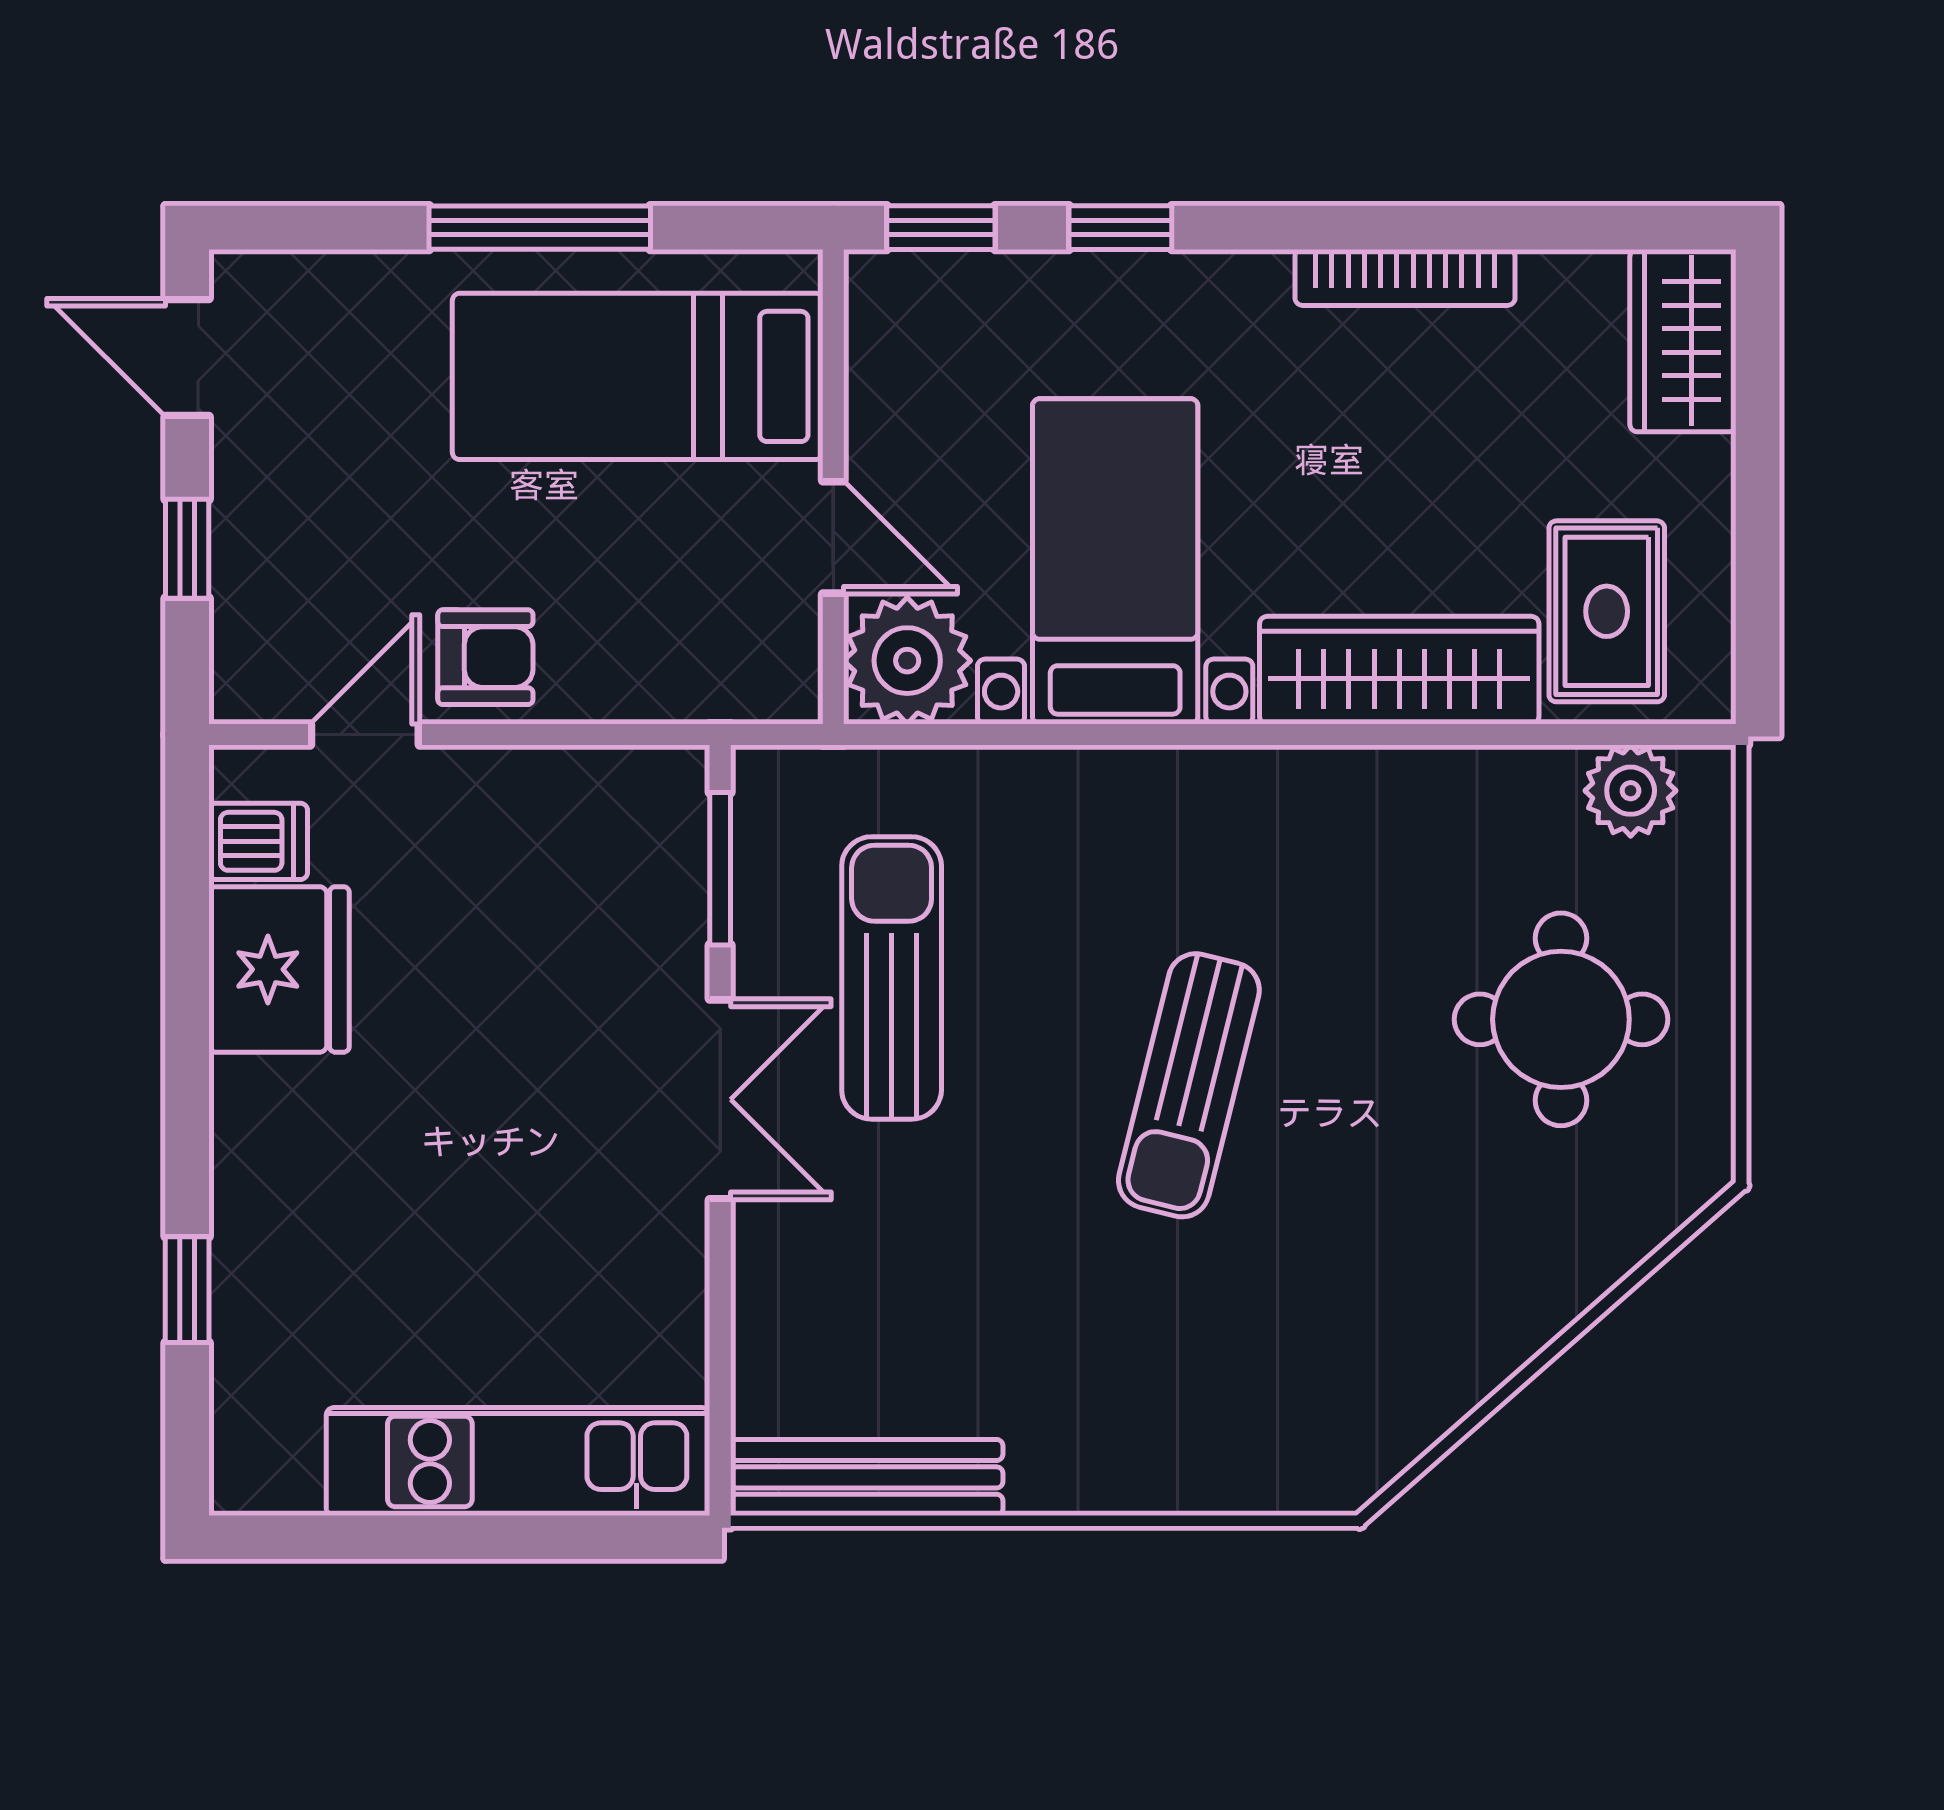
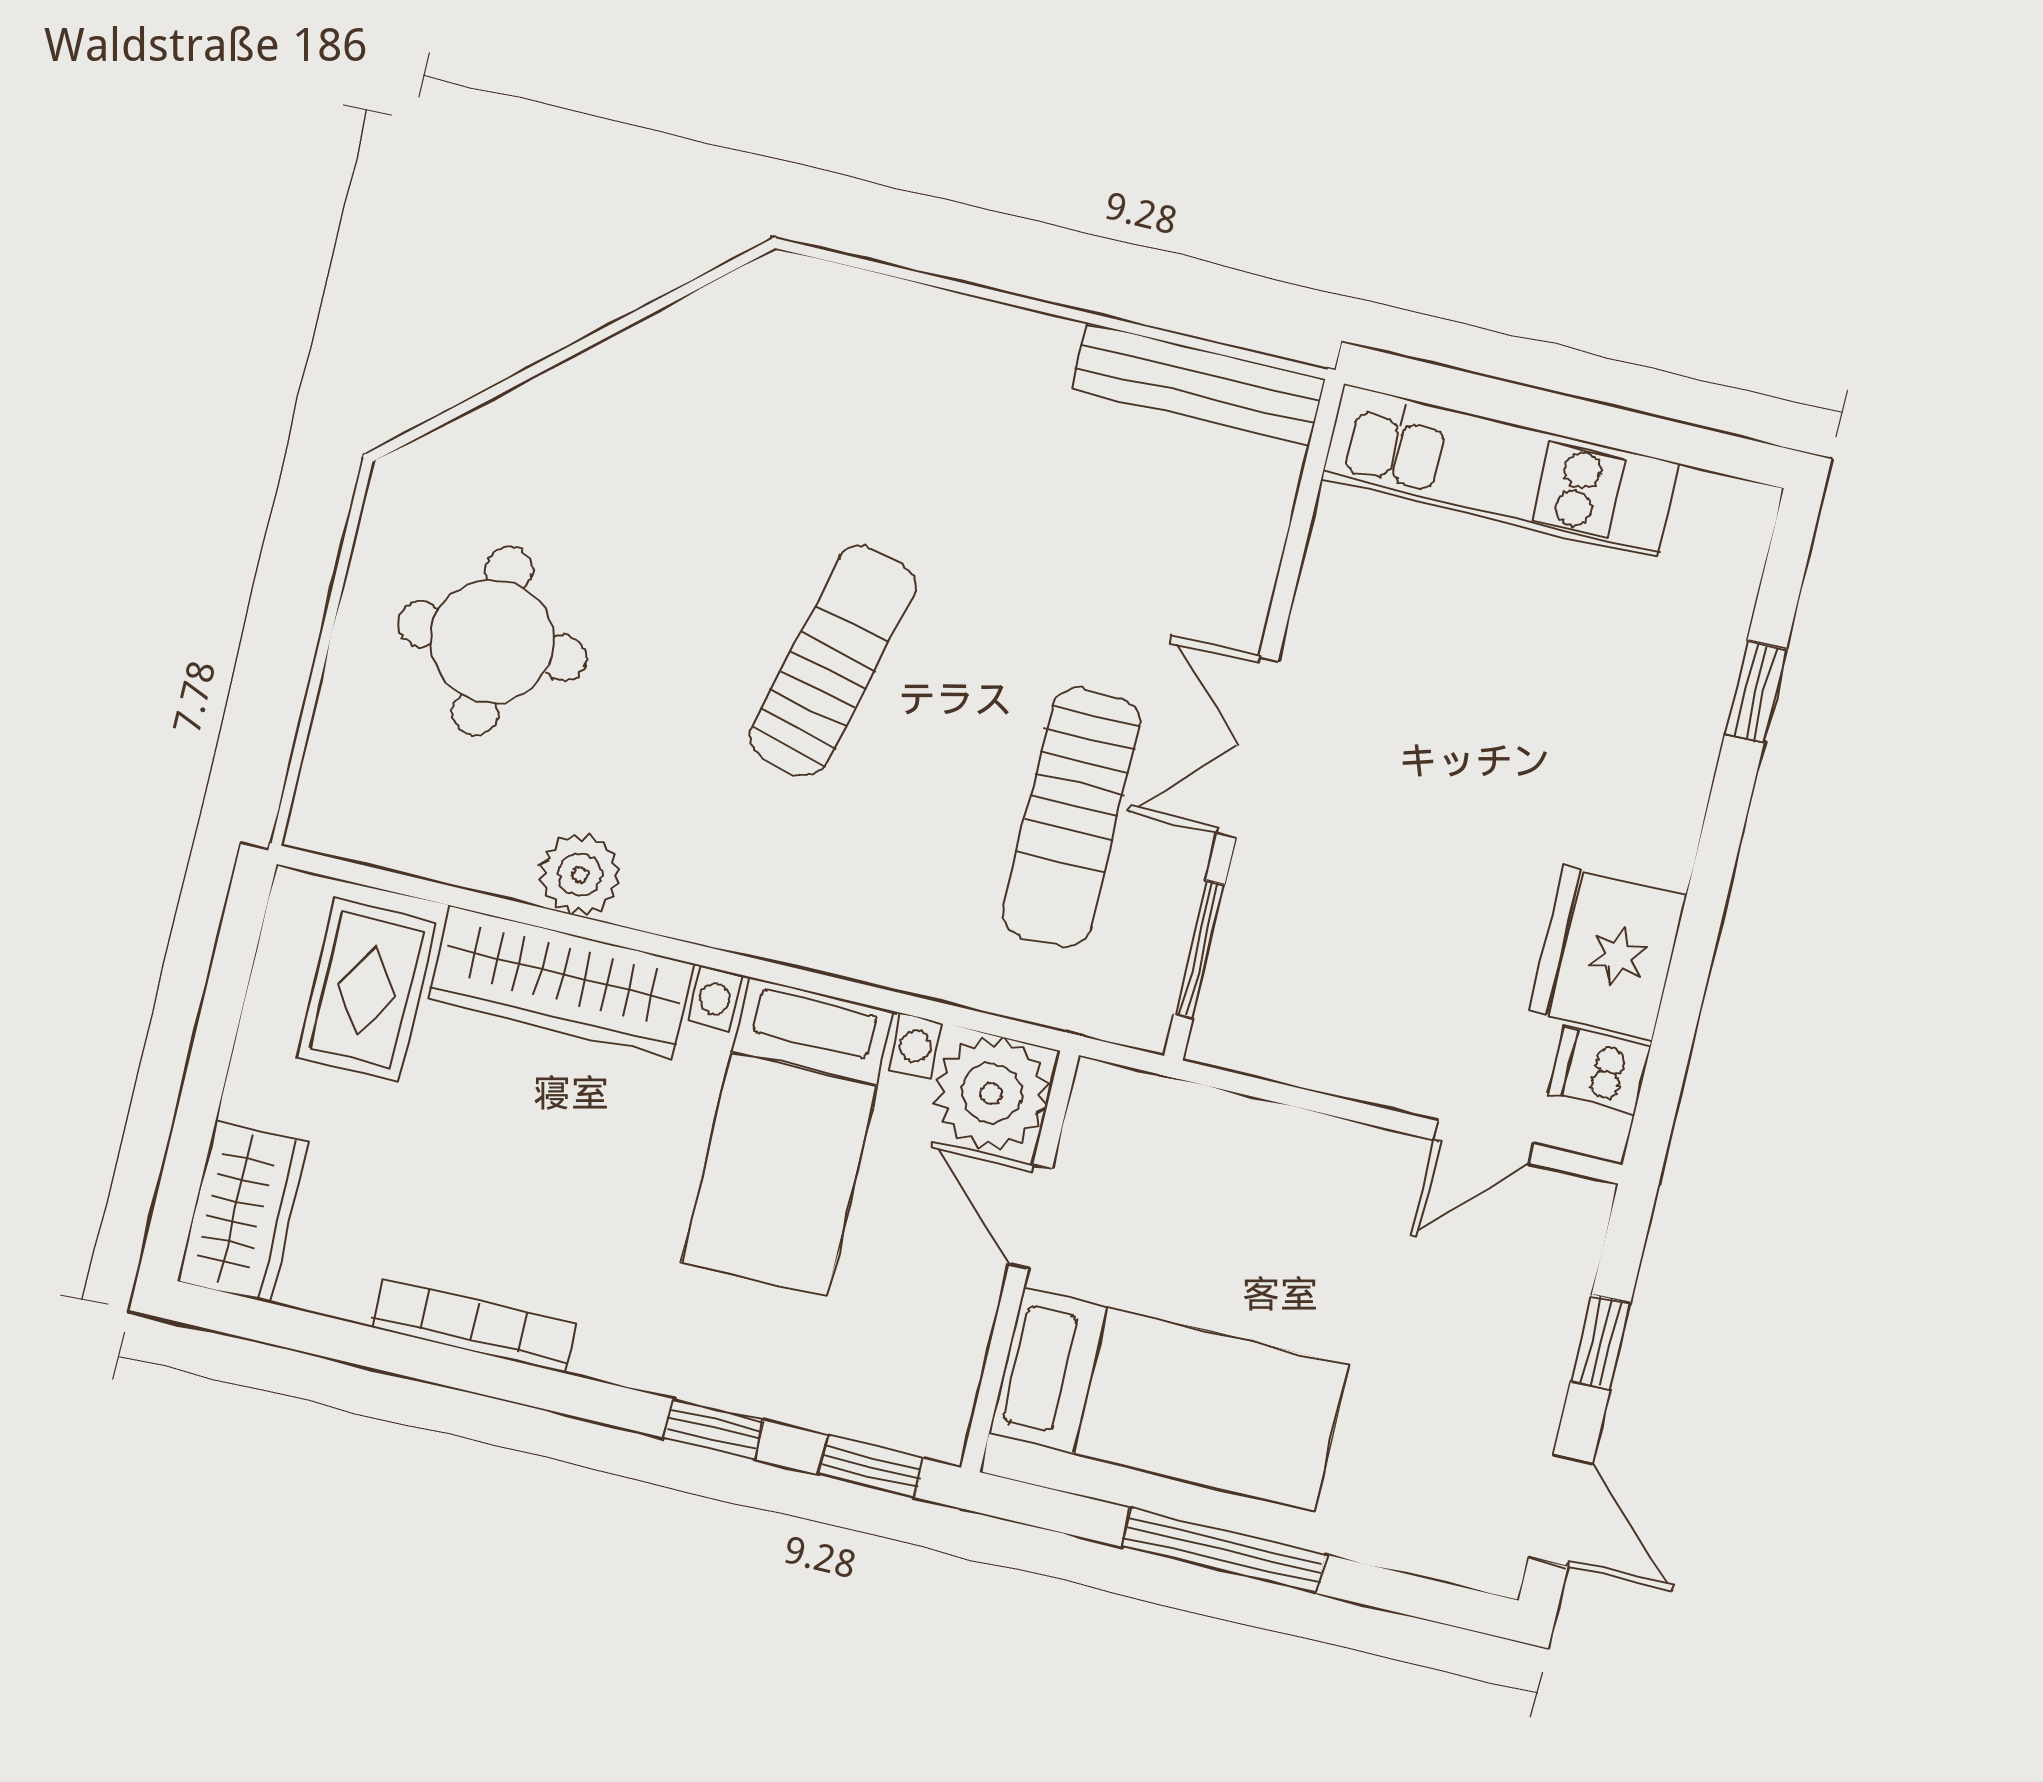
armchair: (485, 657) -> (1361, 1185), removed
plant: (1631, 791) -> (580, 874), moved

